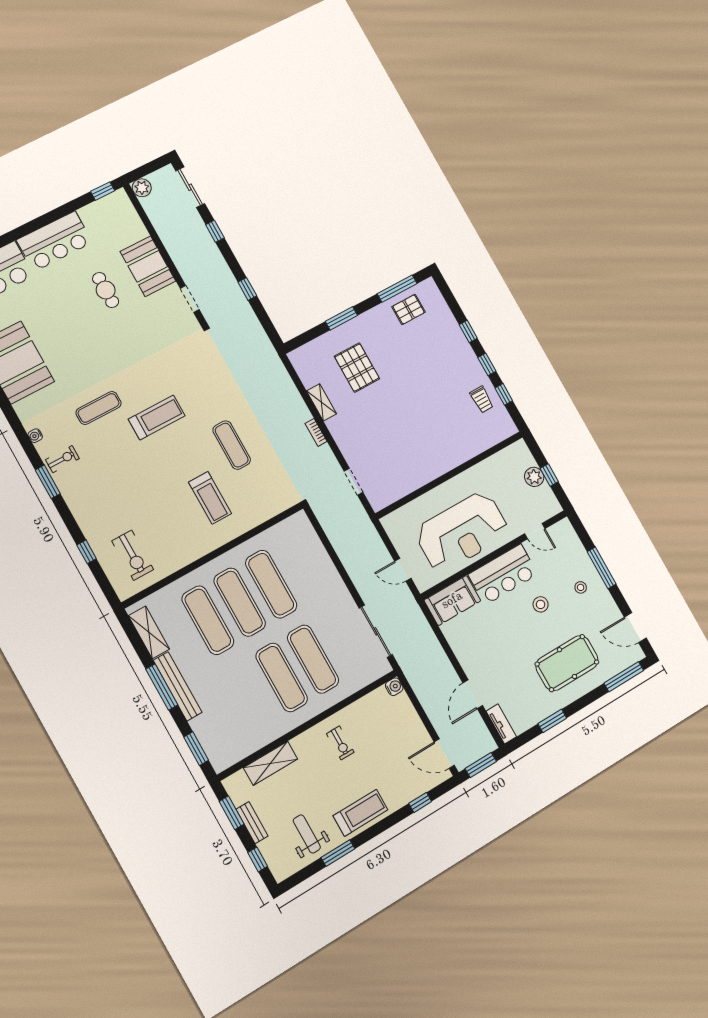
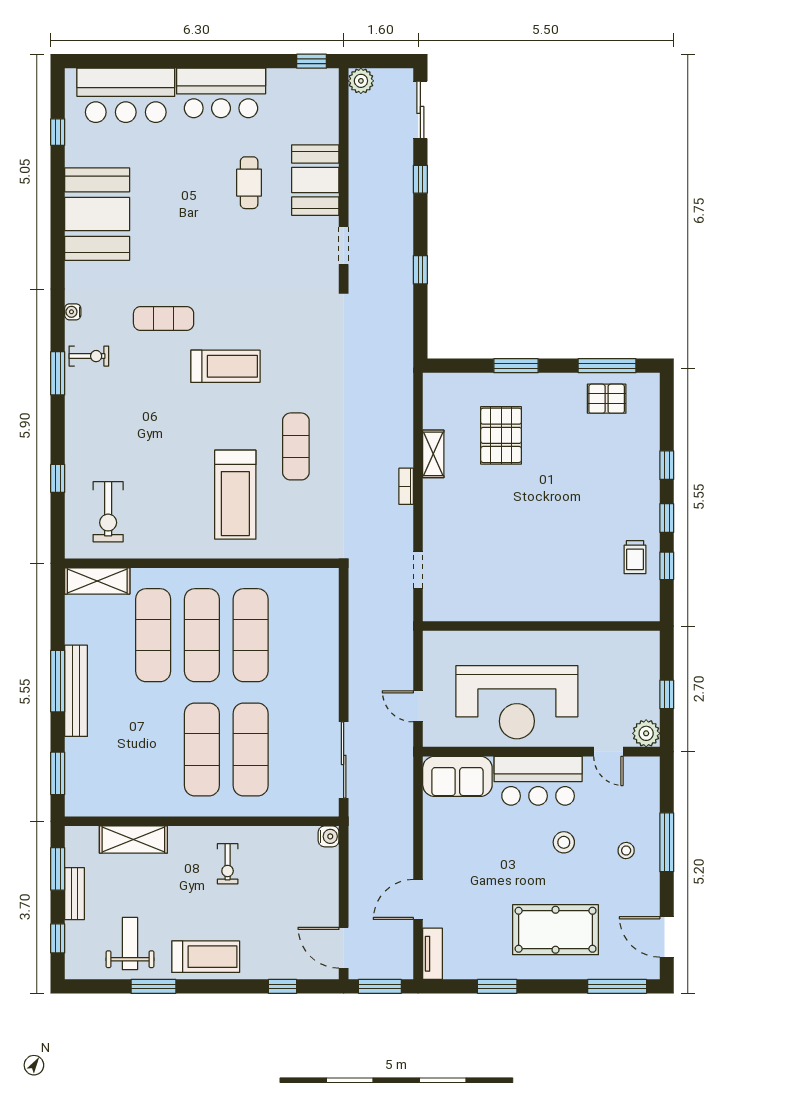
plant: (534, 477) -> (646, 733), moved
treadmill: (210, 498) -> (235, 495), width x1.37, depth x1.38
shelving: (149, 632) -> (97, 581), moved, turned 90

